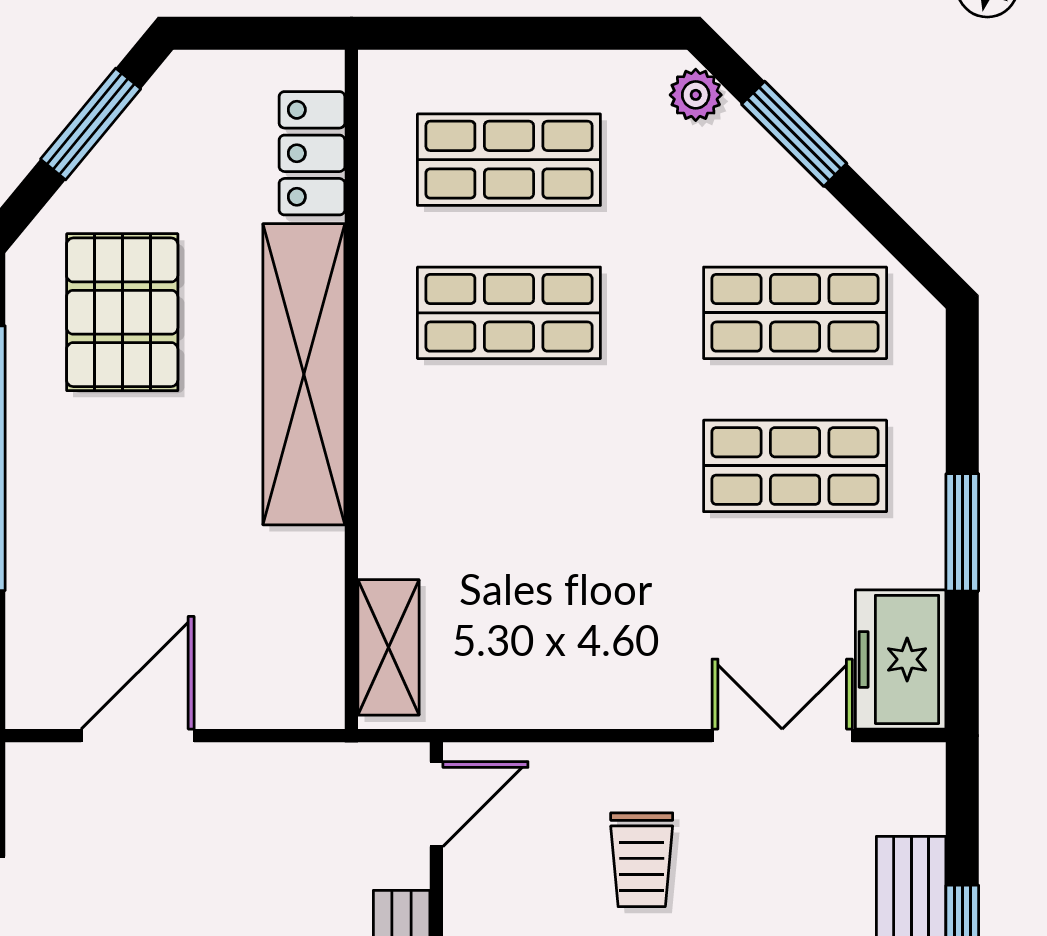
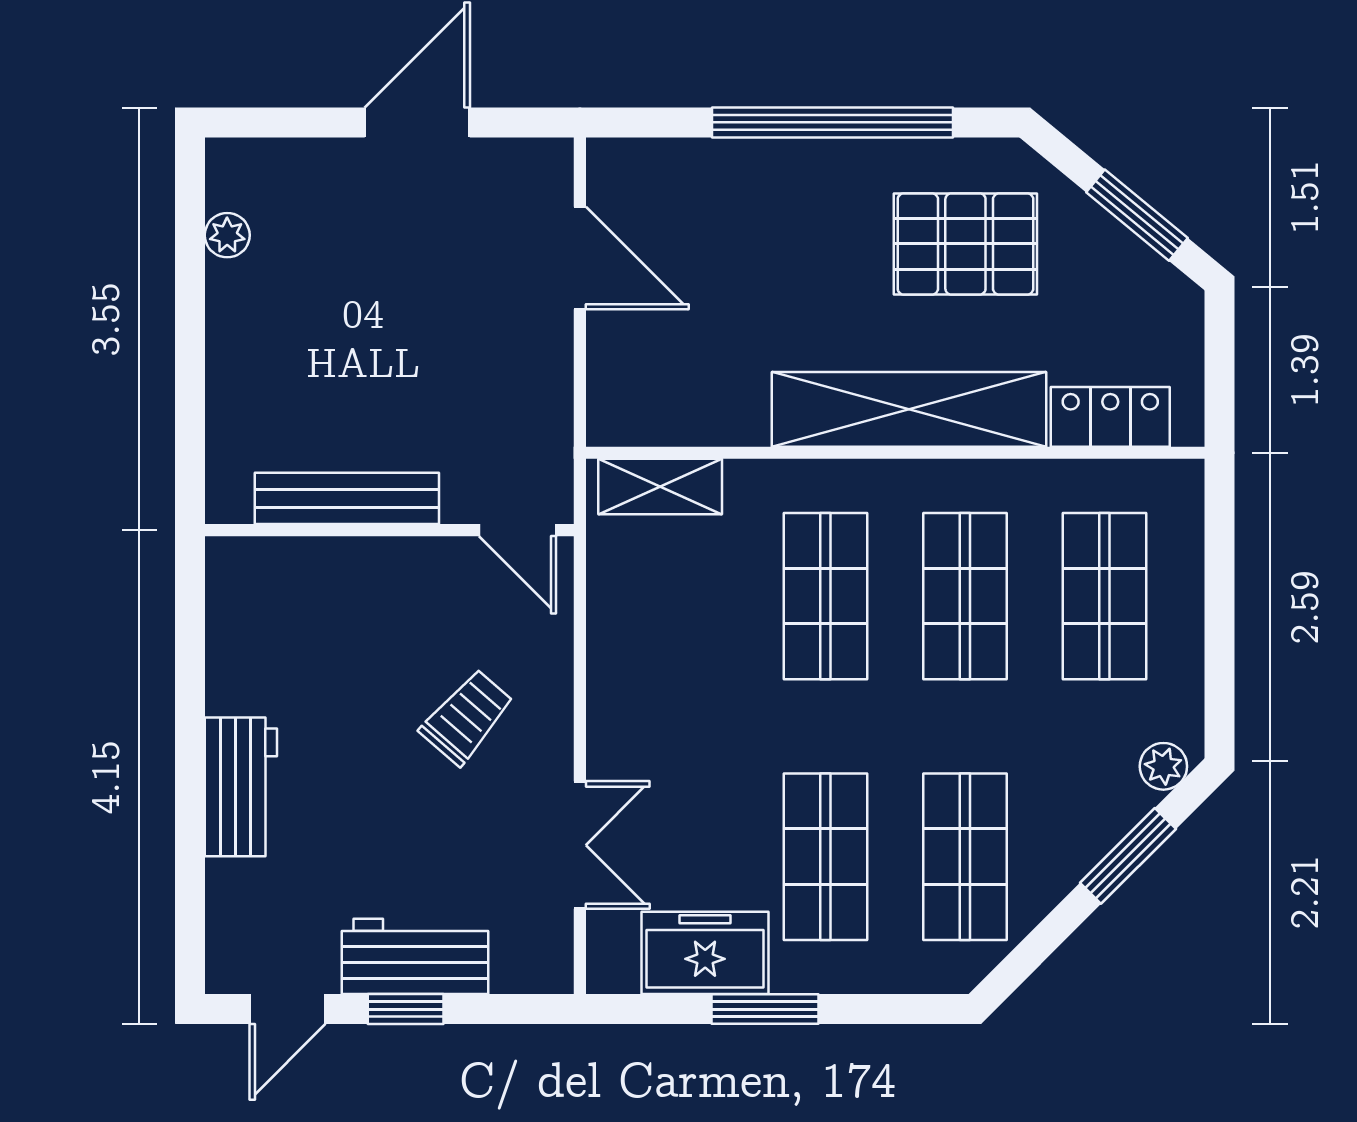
shop shelf: (509, 466) -> (825, 596), added
freezer: (901, 659) -> (705, 953), moved
trolley: (642, 860) -> (467, 717), turned 131

